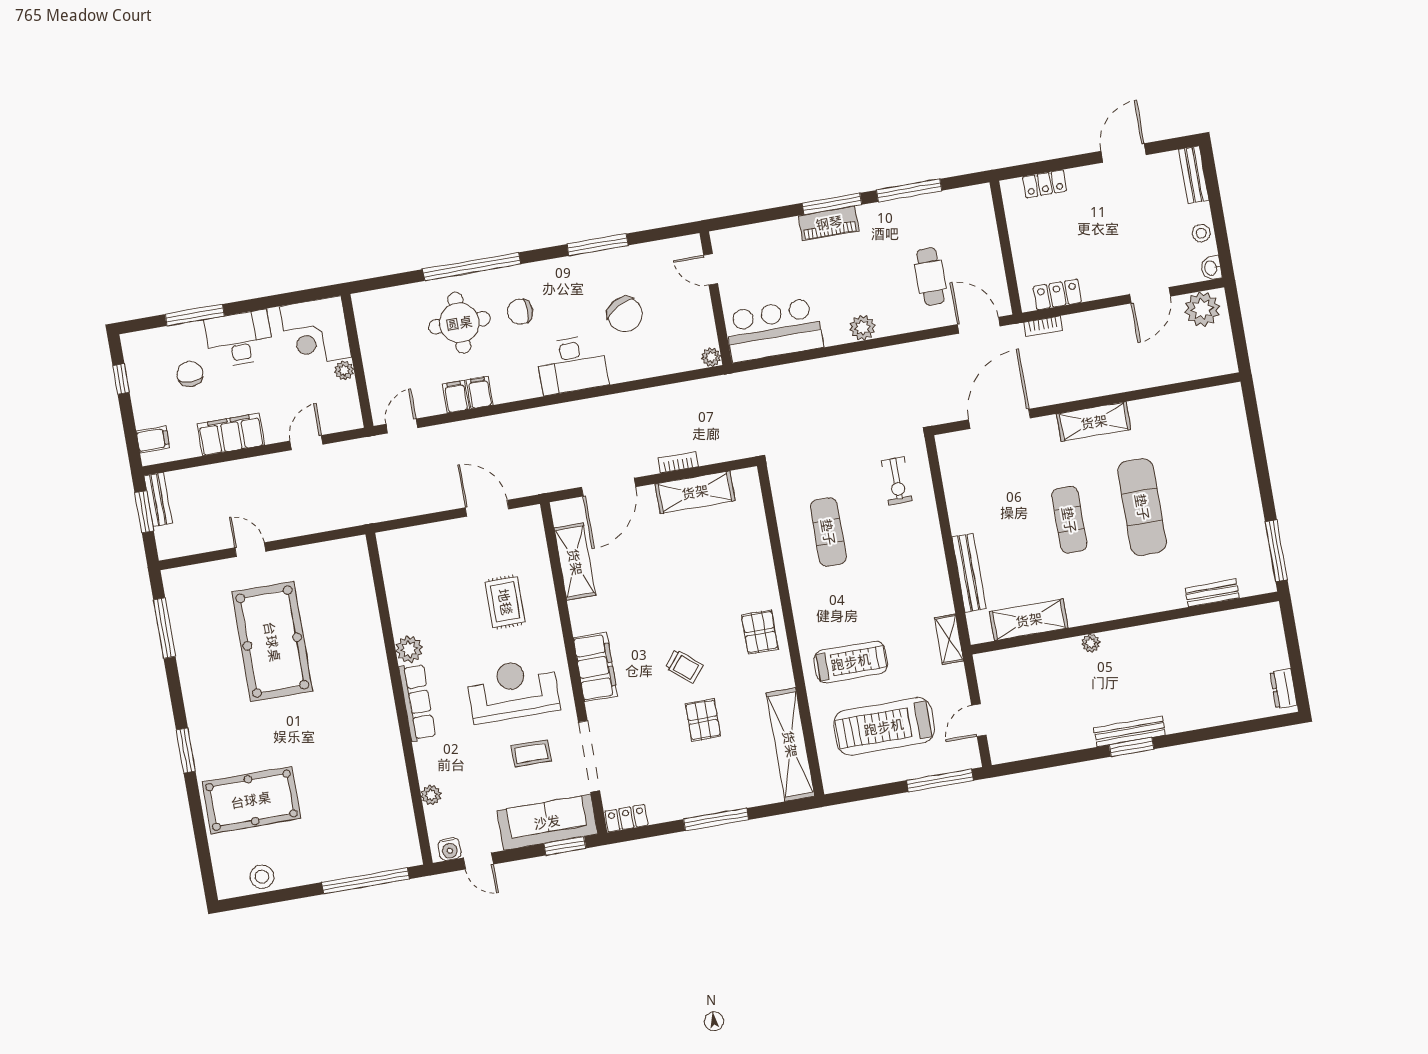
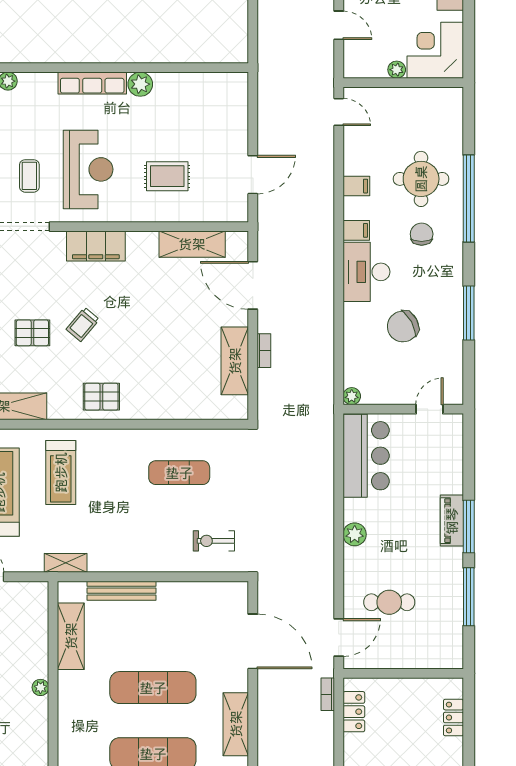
filing cabinet: (456, 397) -> (356, 230), moved
exercise mat: (1069, 520) -> (153, 688), width x1.36, depth x1.45

